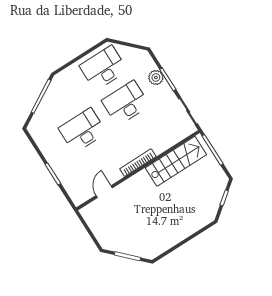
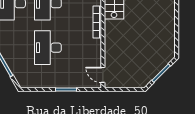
door: (104, 192) -> (103, 75), moved

